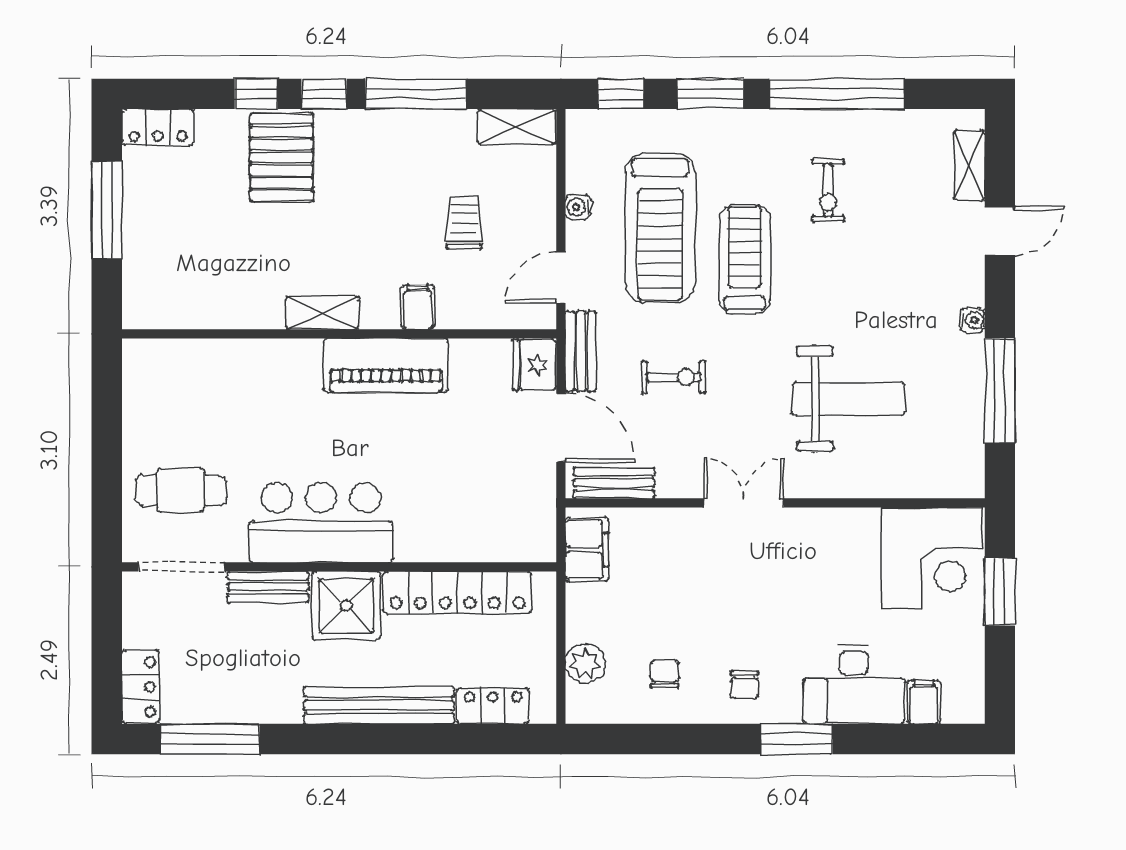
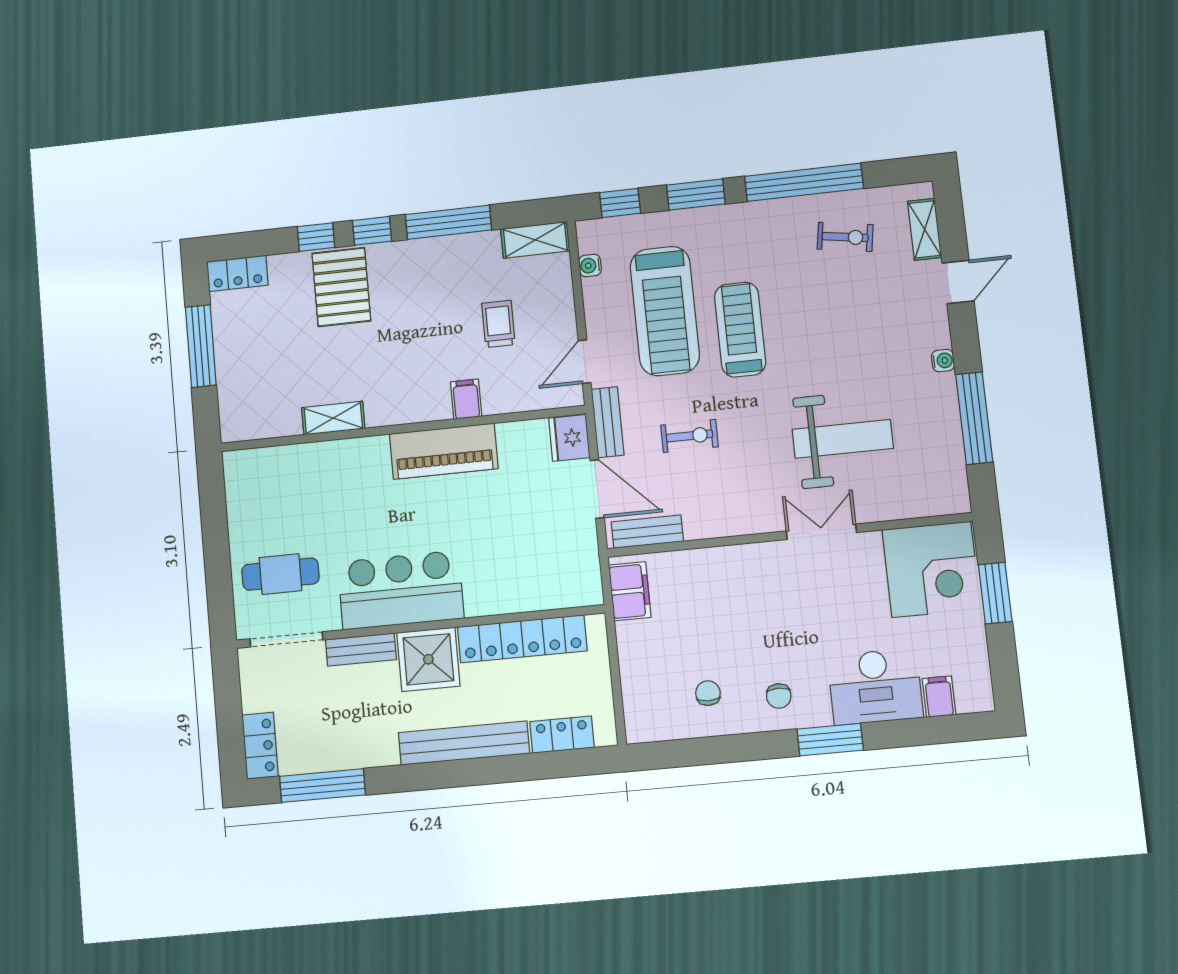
exercise bike: (828, 190) -> (845, 237), moved, turned -81
water cooler: (578, 207) -> (590, 265), moved
shelving: (322, 313) -> (333, 418), moved
double door: (744, 503) -> (821, 532), moved
plant: (585, 663) -> (638, 690), removed

